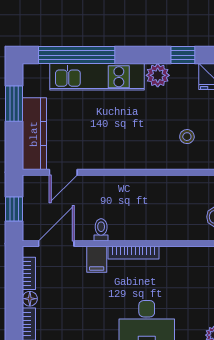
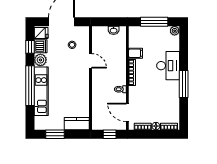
window: (77, 55) -> (30, 86), moved
dishwasher: (184, 76) -> (41, 46), added
kitchen counter: (34, 134) -> (77, 124), width x0.67
door: (63, 172) -> (91, 61), moved
filing cabinet: (97, 259) -> (136, 53), moved

